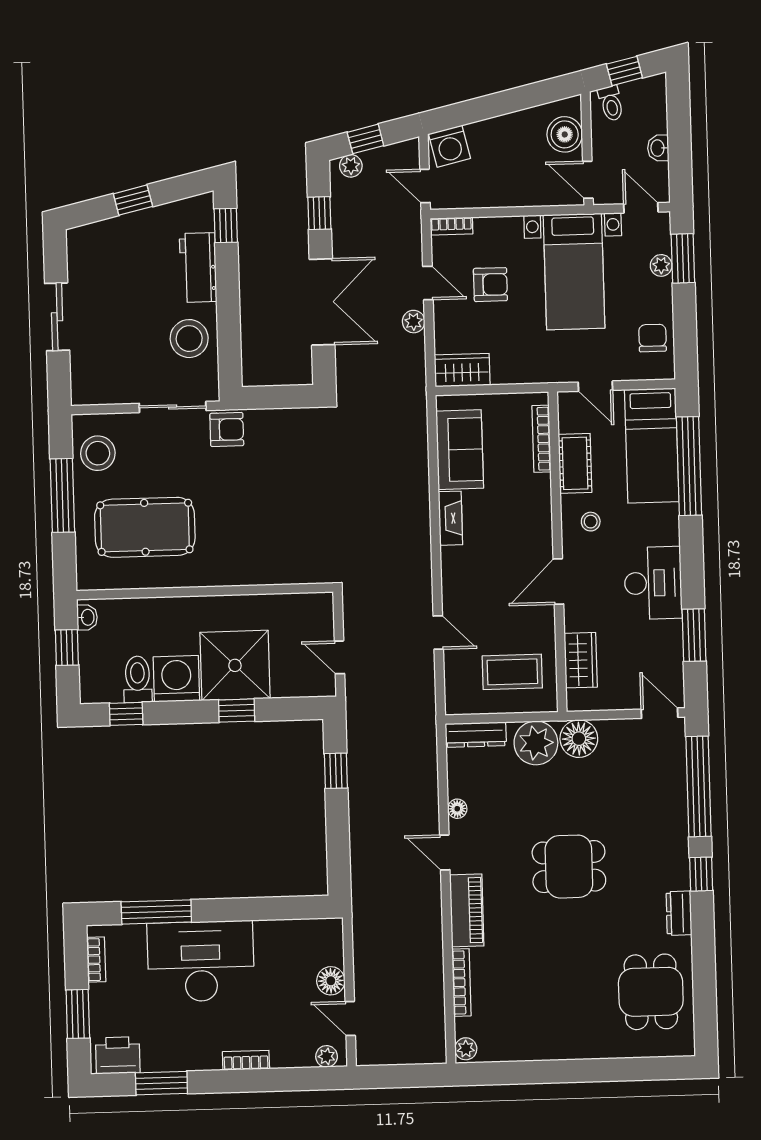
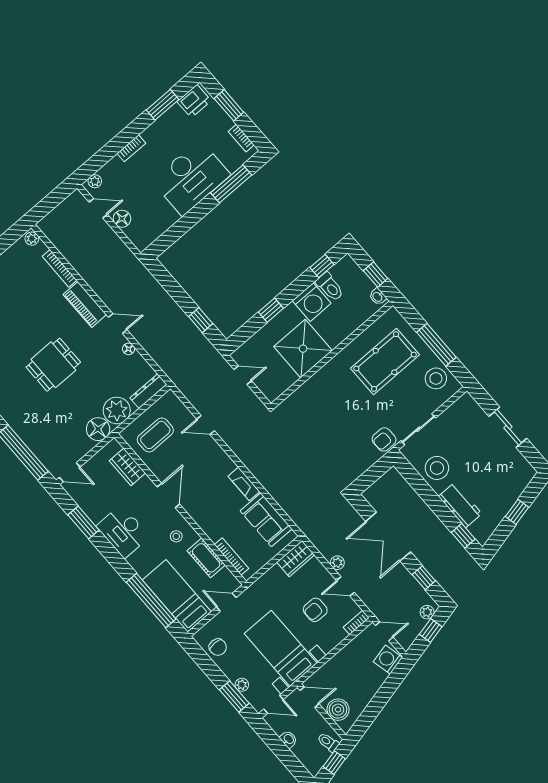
shower: (235, 665) -> (303, 349), moved

